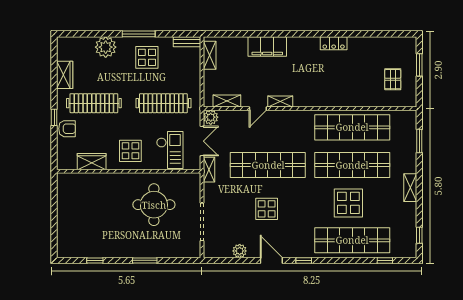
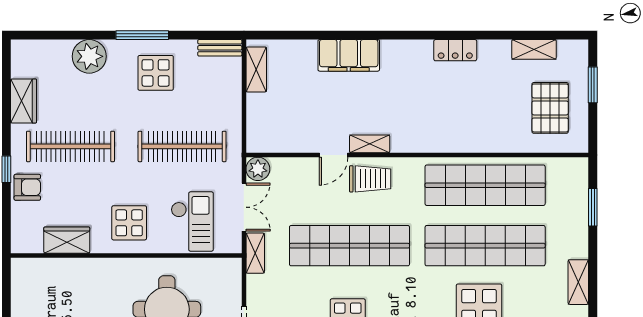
pallet: (393, 79) -> (550, 108), width x1.50, depth x1.42
shelving: (227, 101) -> (534, 49), moved
trolley: (281, 123) -> (370, 179), added

